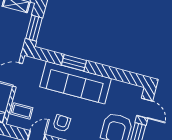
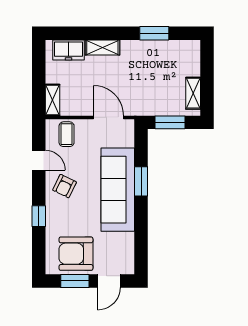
armchair: (62, 123) -> (65, 186), turned 112

